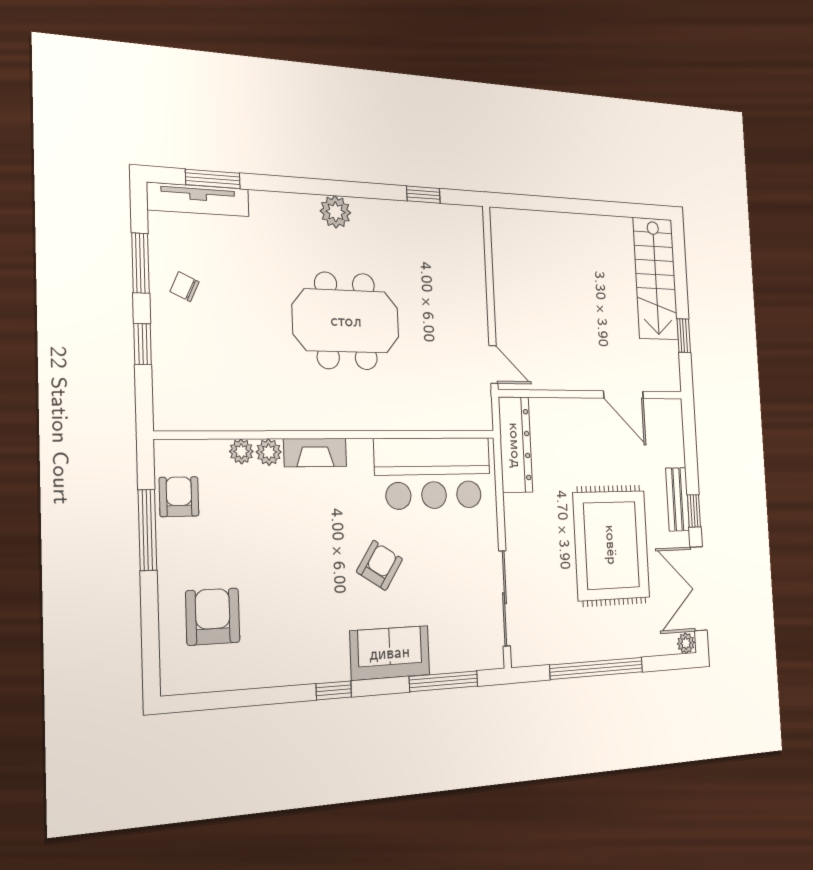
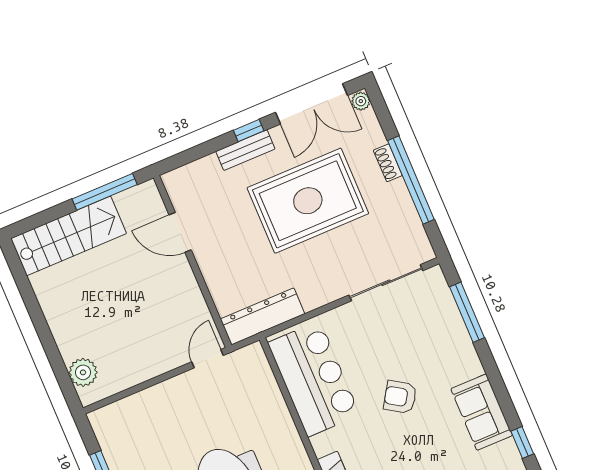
plant: (524, 226) -> (83, 372), added
window: (684, 336) -> (105, 192), width x2.17
door: (623, 395) -> (180, 232), swing flipped
shoe rack: (621, 649) -> (388, 163), added
sofa: (390, 653) -> (482, 412), moved
window: (334, 690) -> (522, 443), moved

